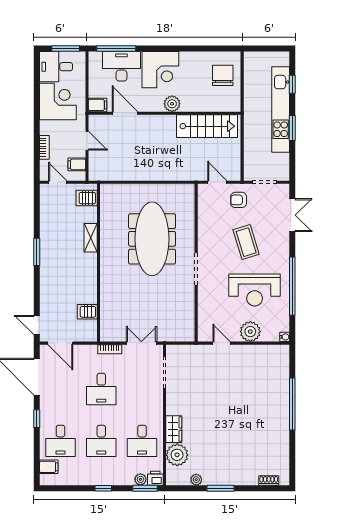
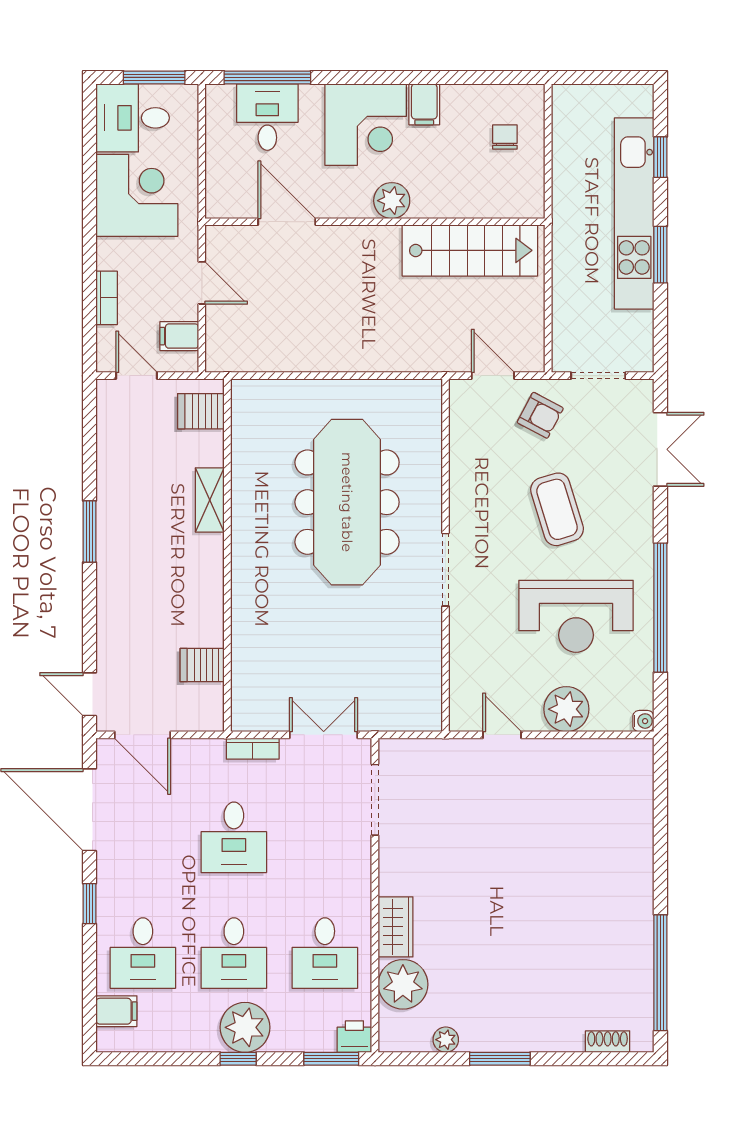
desk: (121, 66) -> (267, 117), width x0.73
chair: (223, 75) -> (505, 137), width x0.54, depth x0.54
filing cabinet: (98, 105) -> (424, 104), moved, turned 90
armchair: (239, 200) -> (540, 415), turned -152
window: (292, 404) -> (660, 973), moved
plant: (140, 479) -> (245, 1027), moved, width x1.88, depth x1.88

